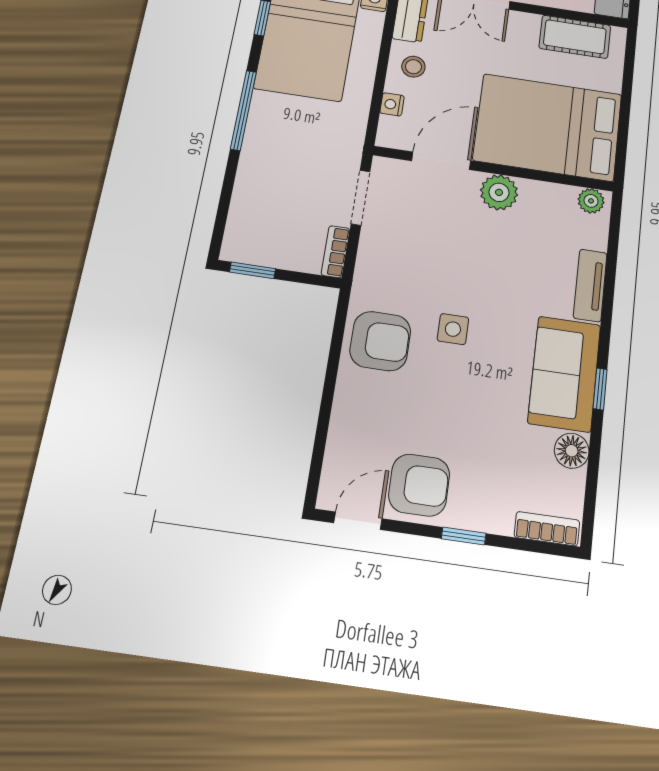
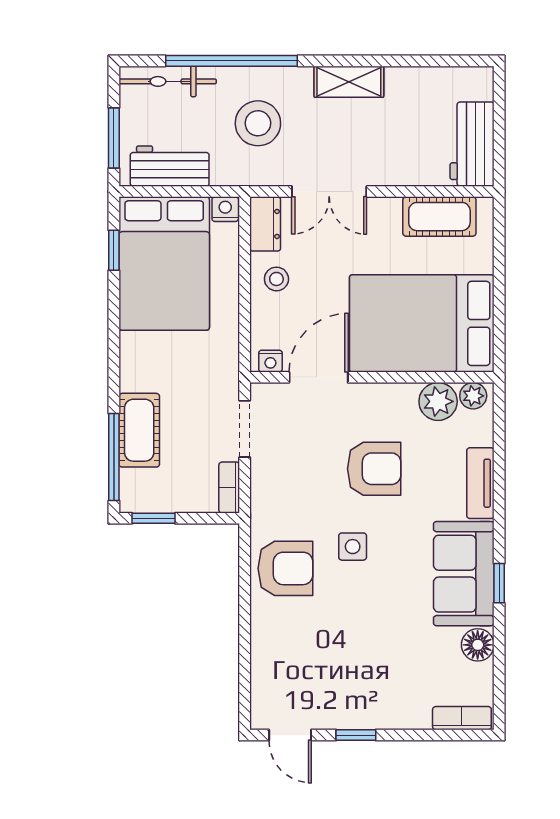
nightstand: (392, 104) -> (270, 361), moved, turned -90
window: (243, 110) -> (114, 457), moved
cot: (255, 183) -> (139, 430), added
plant: (499, 192) -> (438, 401), moved
armchair: (419, 485) -> (374, 469), moved
door: (358, 521) -> (290, 735), swing flipped
window: (464, 536) -> (356, 735), moved

